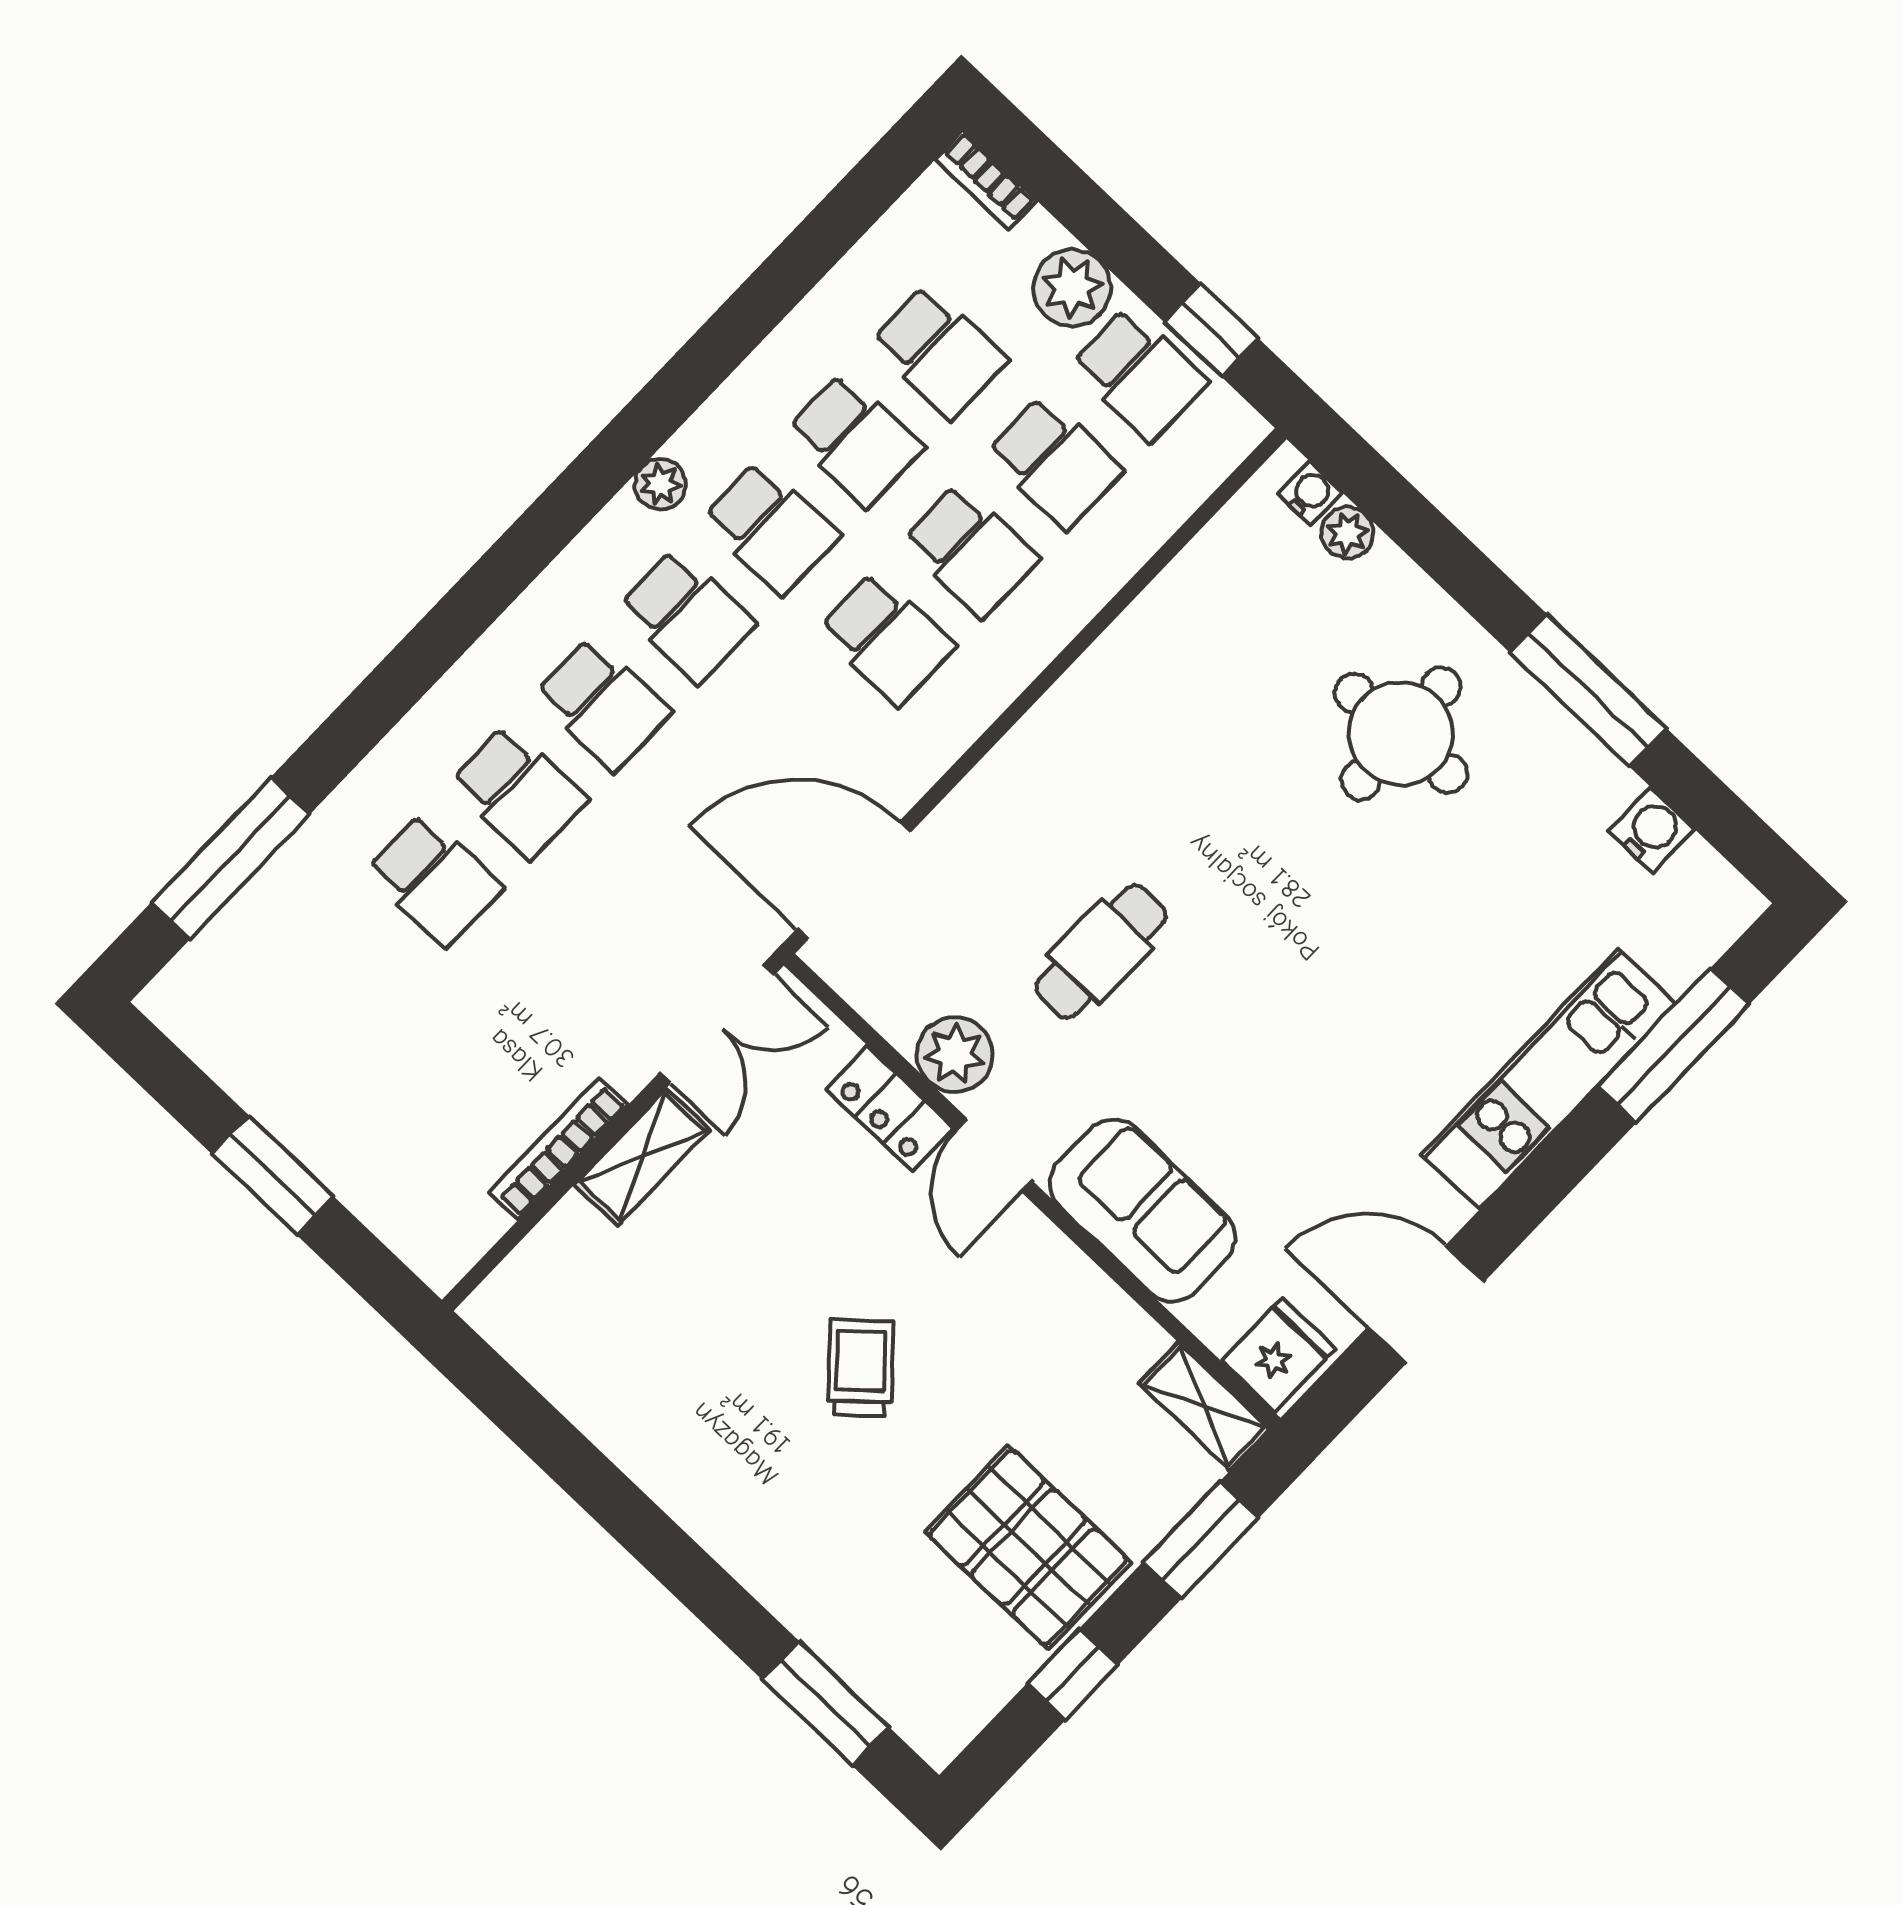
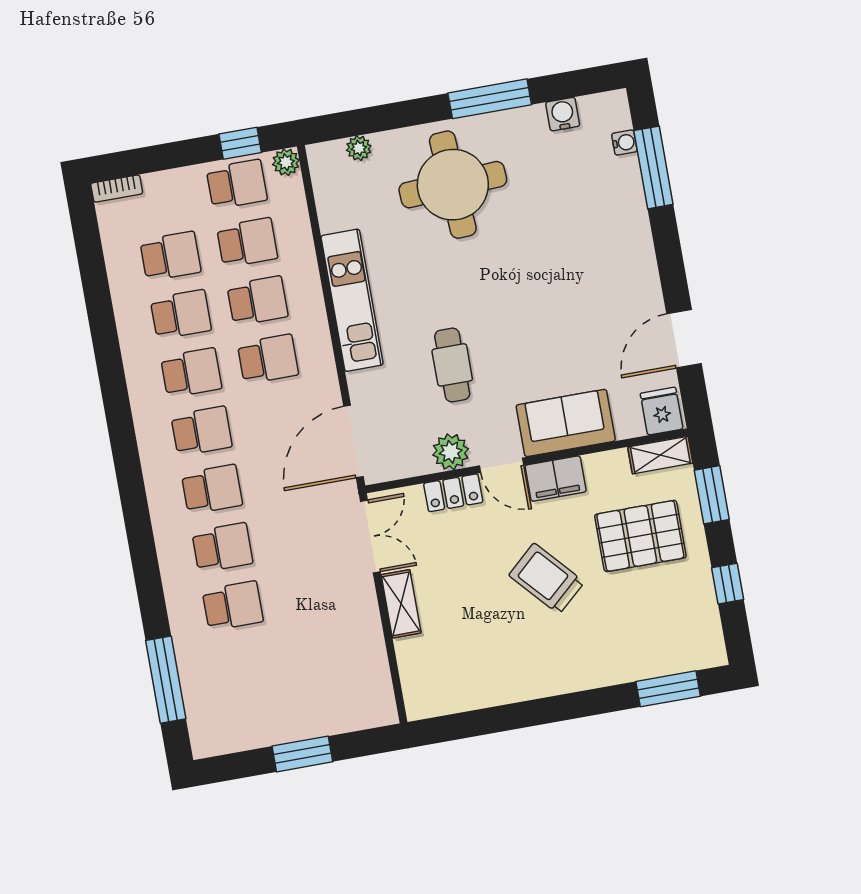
plant: (1072, 287) -> (286, 162), moved, width x0.73, depth x0.73
plant: (660, 484) -> (142, 404), removed
water cooler: (1310, 493) -> (624, 143), moved, turned 90
round table: (1401, 733) -> (453, 185), width x1.36, depth x1.36
kitchen unit: (1549, 1079) -> (352, 300), moved, turned 180
bookcase: (559, 1148) -> (374, 634), removed
filing cabinet: (1038, 1261) -> (556, 479), added
trolley: (861, 1368) -> (547, 579), width x1.36, depth x1.39
pallet: (1028, 1547) -> (640, 536), moved

